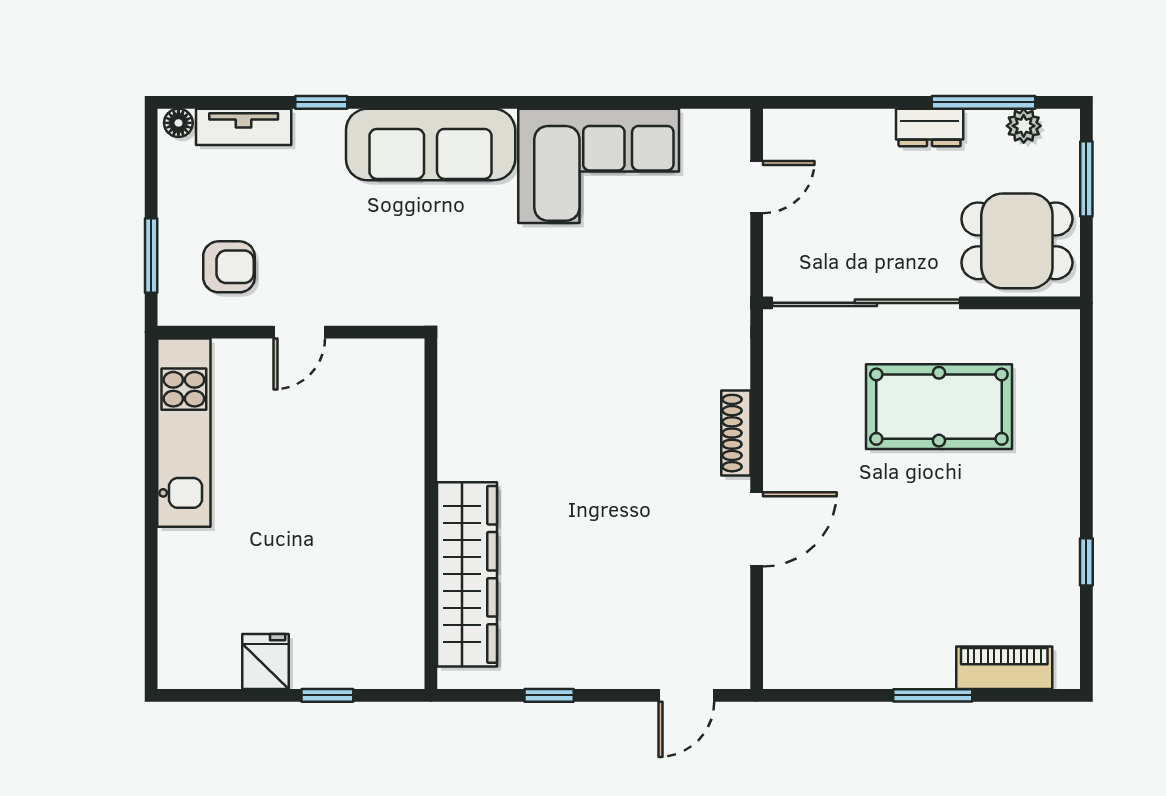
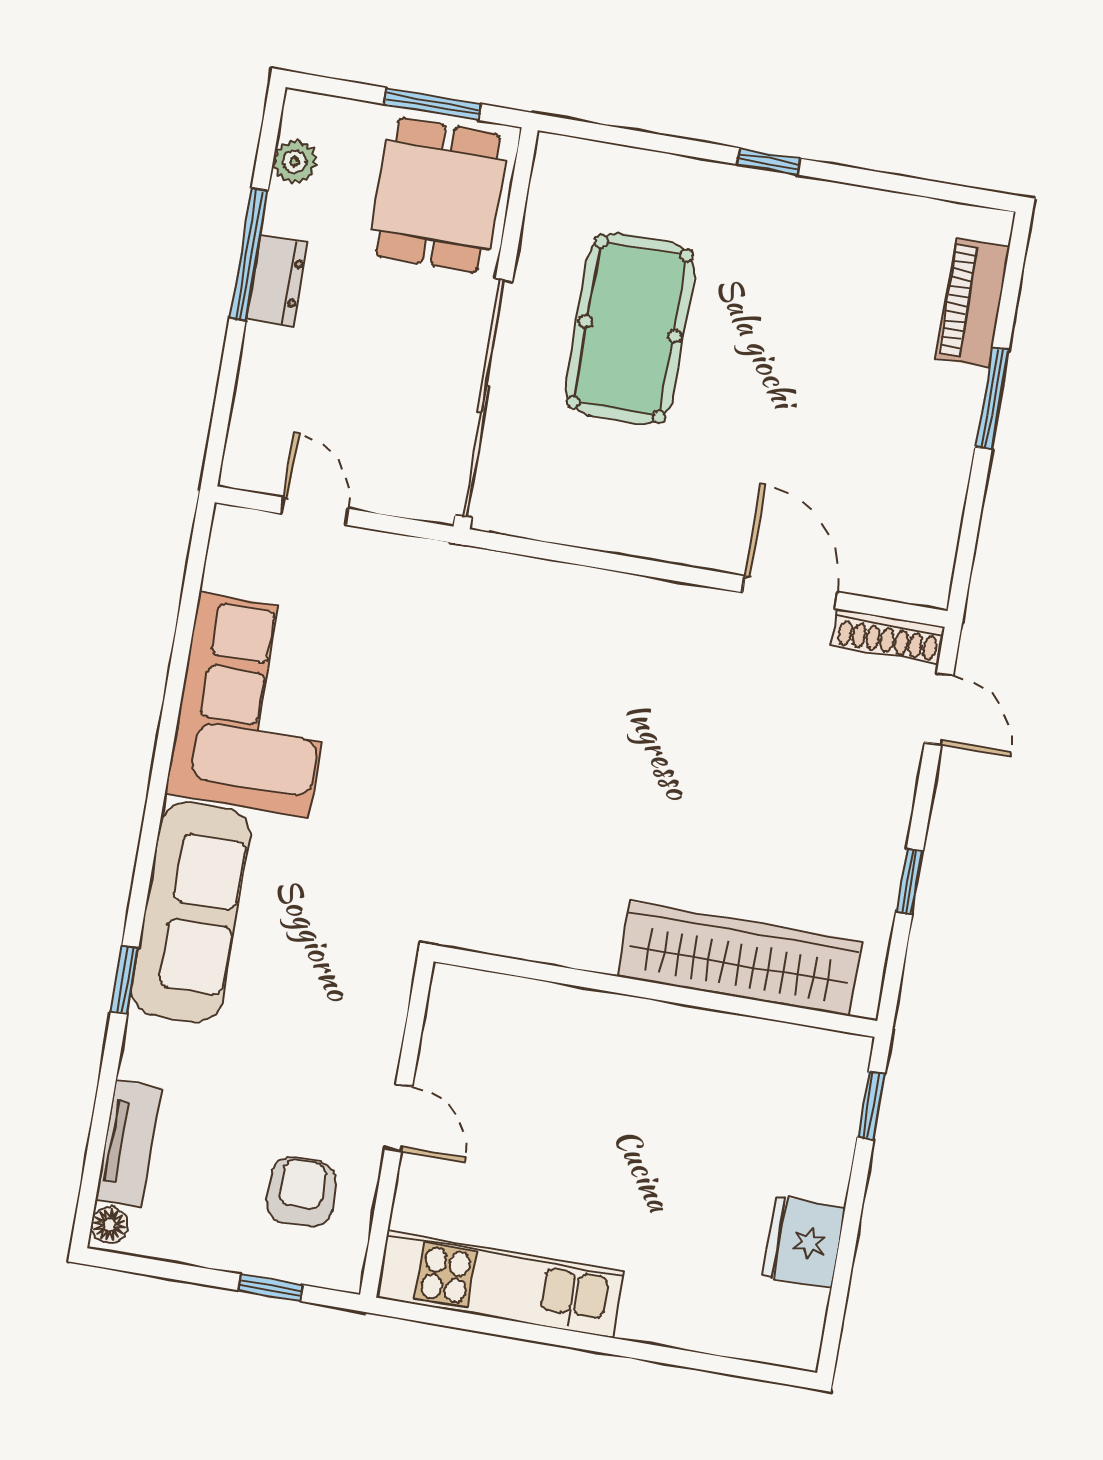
window: (321, 102) -> (125, 980), moved
window: (984, 102) -> (249, 254), moved
window: (1086, 179) -> (433, 104), moved
window: (151, 256) -> (270, 1288), width x0.67
shoe rack: (736, 433) -> (888, 636), moved
door: (757, 529) -> (790, 592), moved
window: (1086, 562) -> (768, 161), moved
fridge: (266, 661) -> (804, 1242), width x1.38
window: (327, 695) -> (871, 1105), moved

